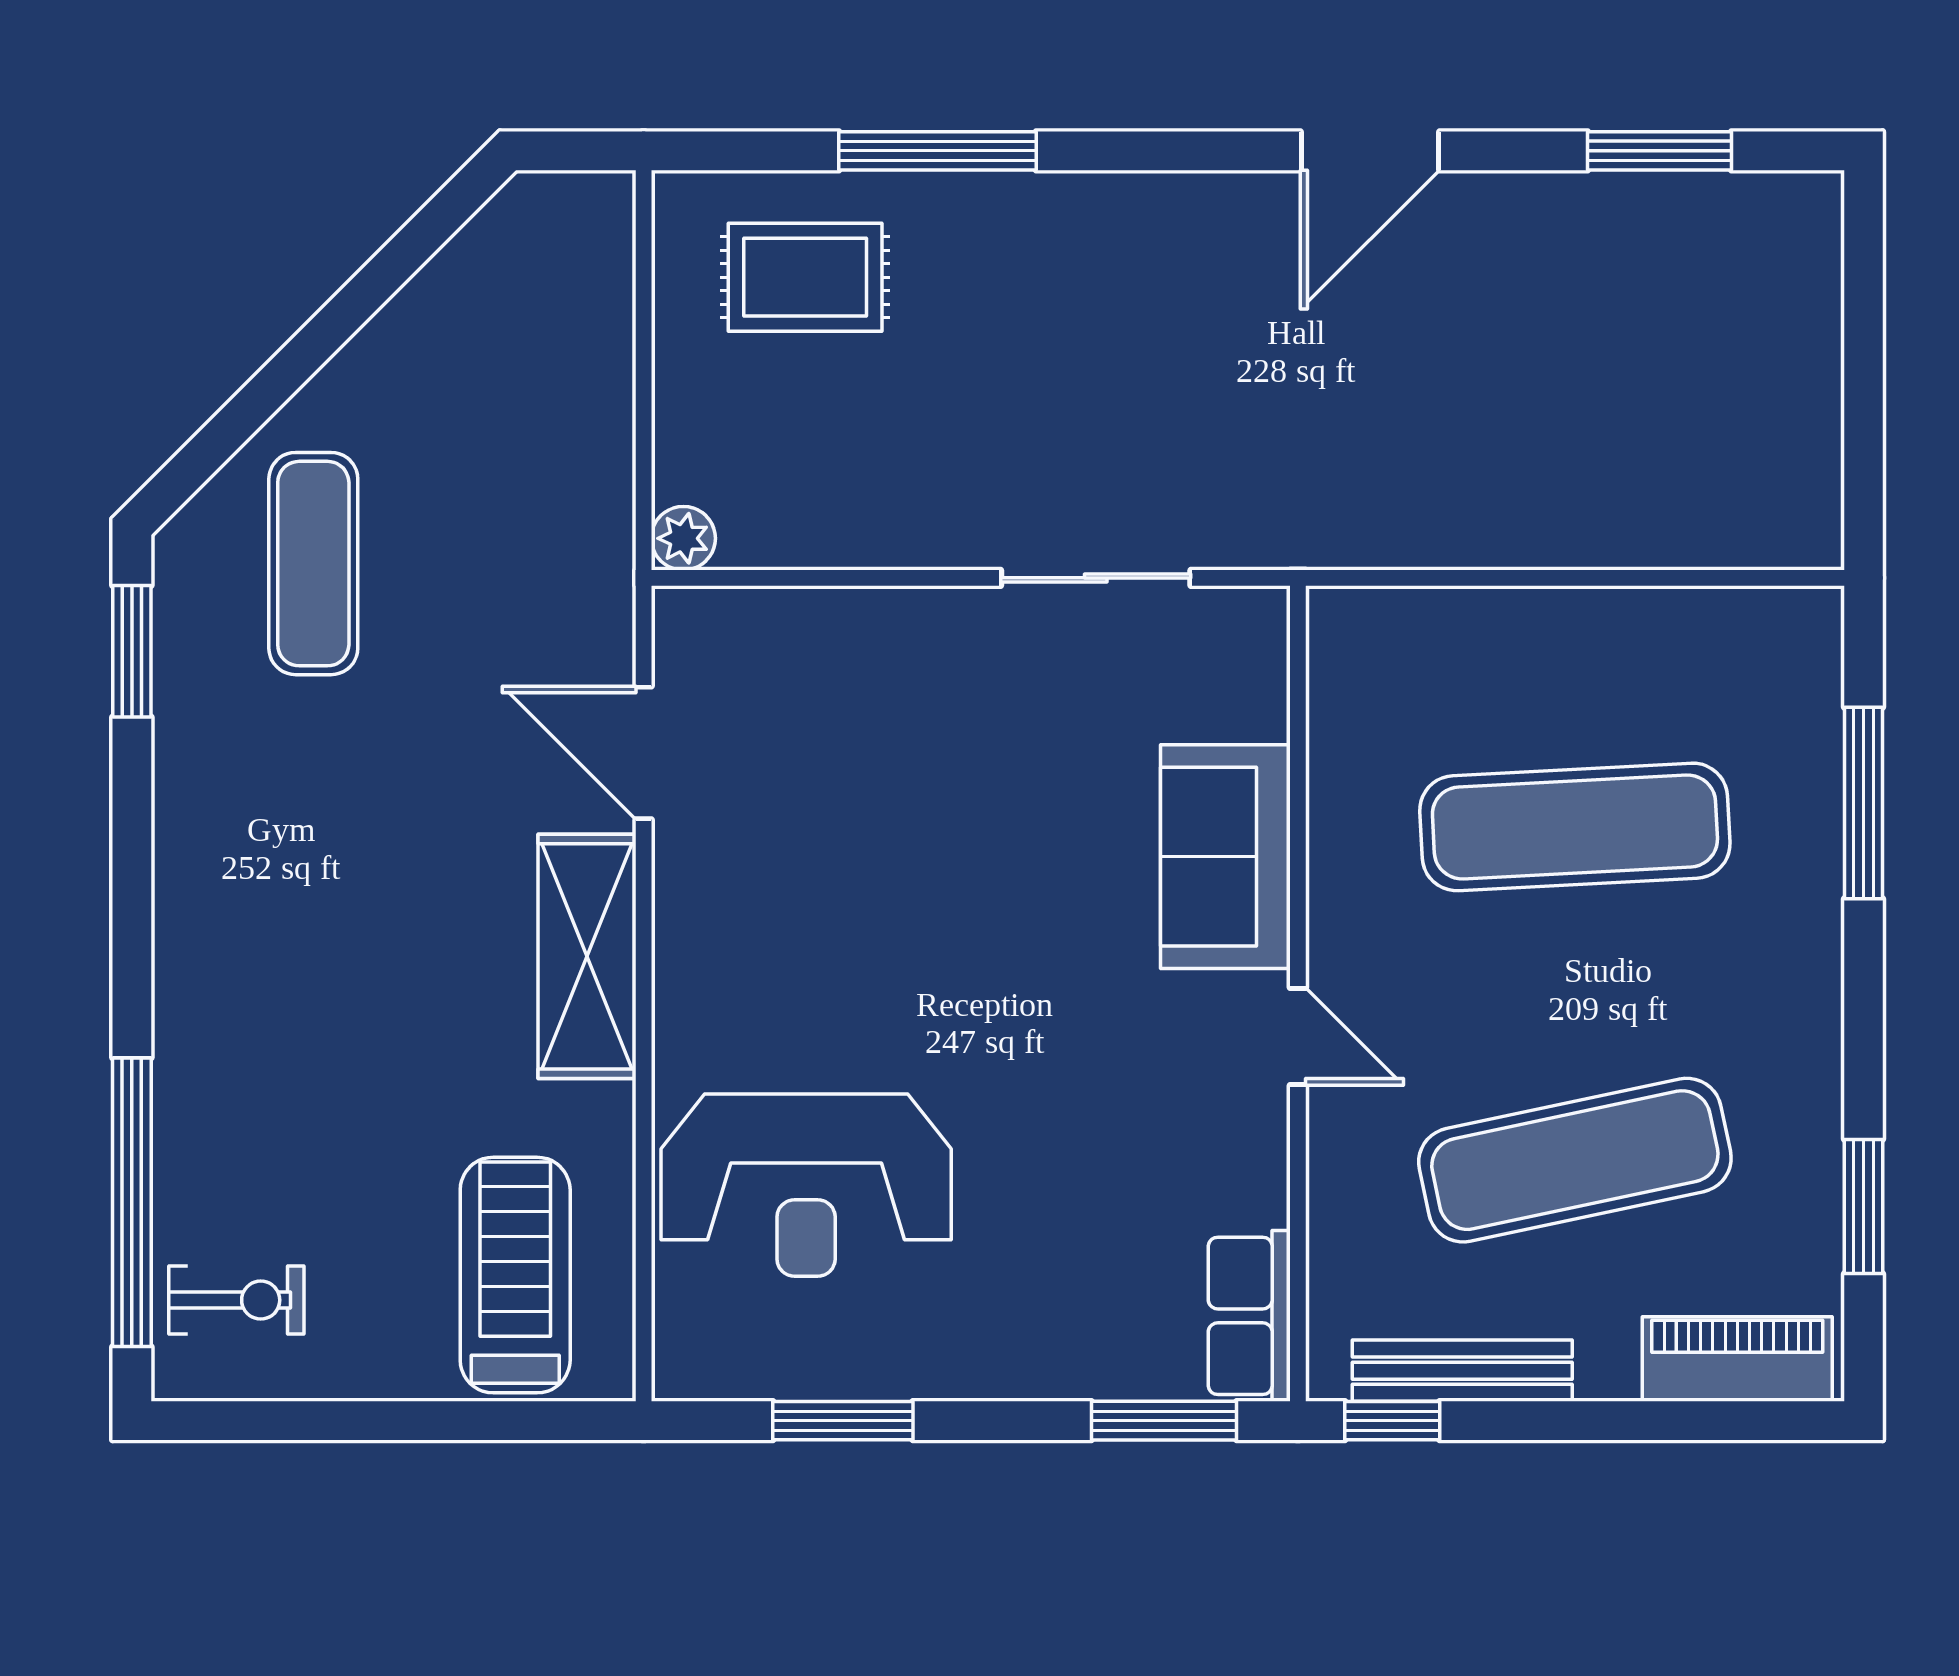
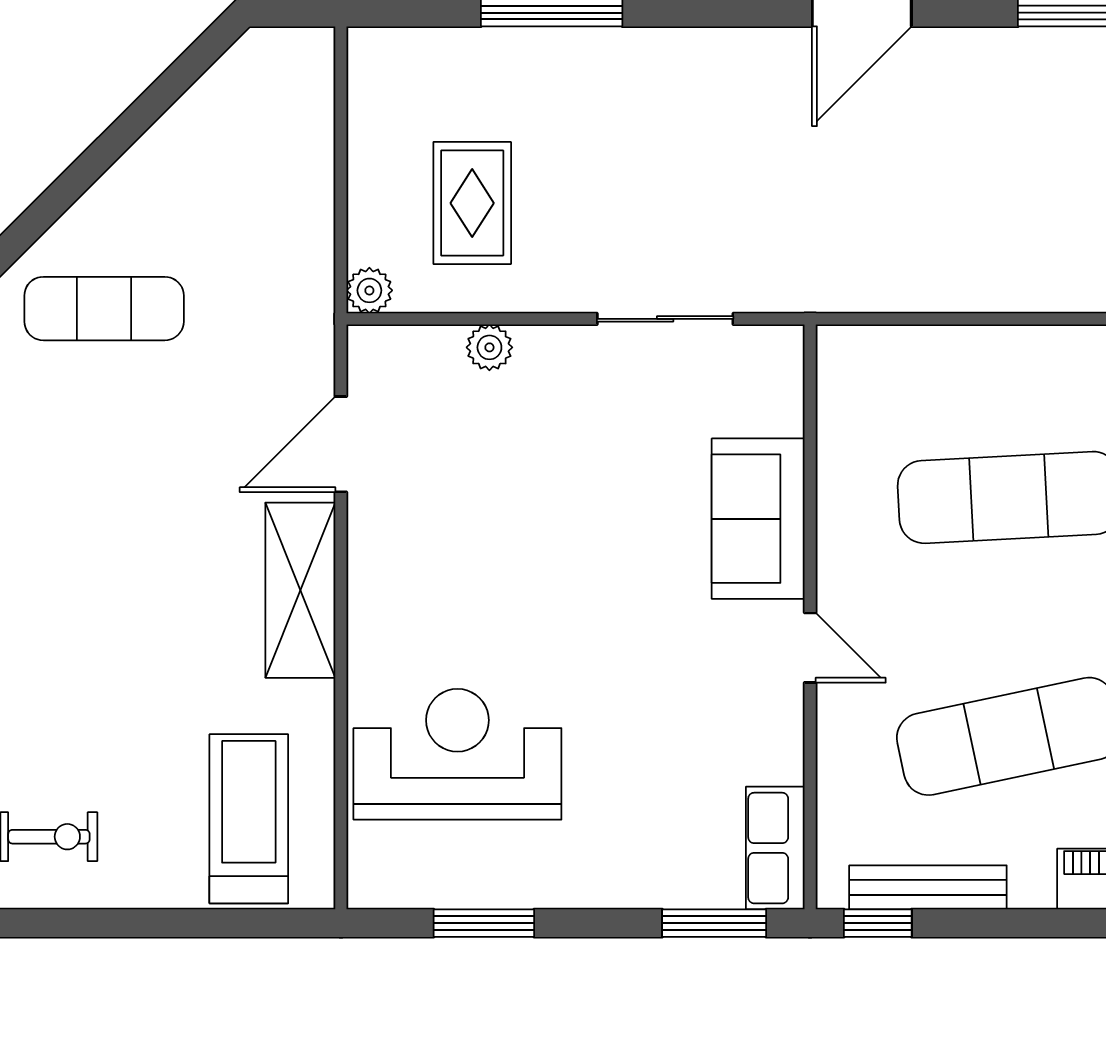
rug: (805, 277) -> (472, 203), moved, turned 90
exercise mat: (313, 564) -> (104, 309), turned 90
plant: (851, 618) -> (489, 347), added
door: (644, 753) -> (341, 444), hinge flipped
reception desk: (806, 1185) -> (457, 754), turned 180

